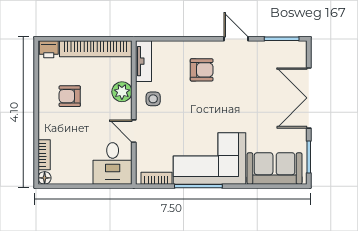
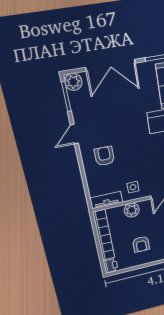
plant: (297, 51) -> (73, 82), added

